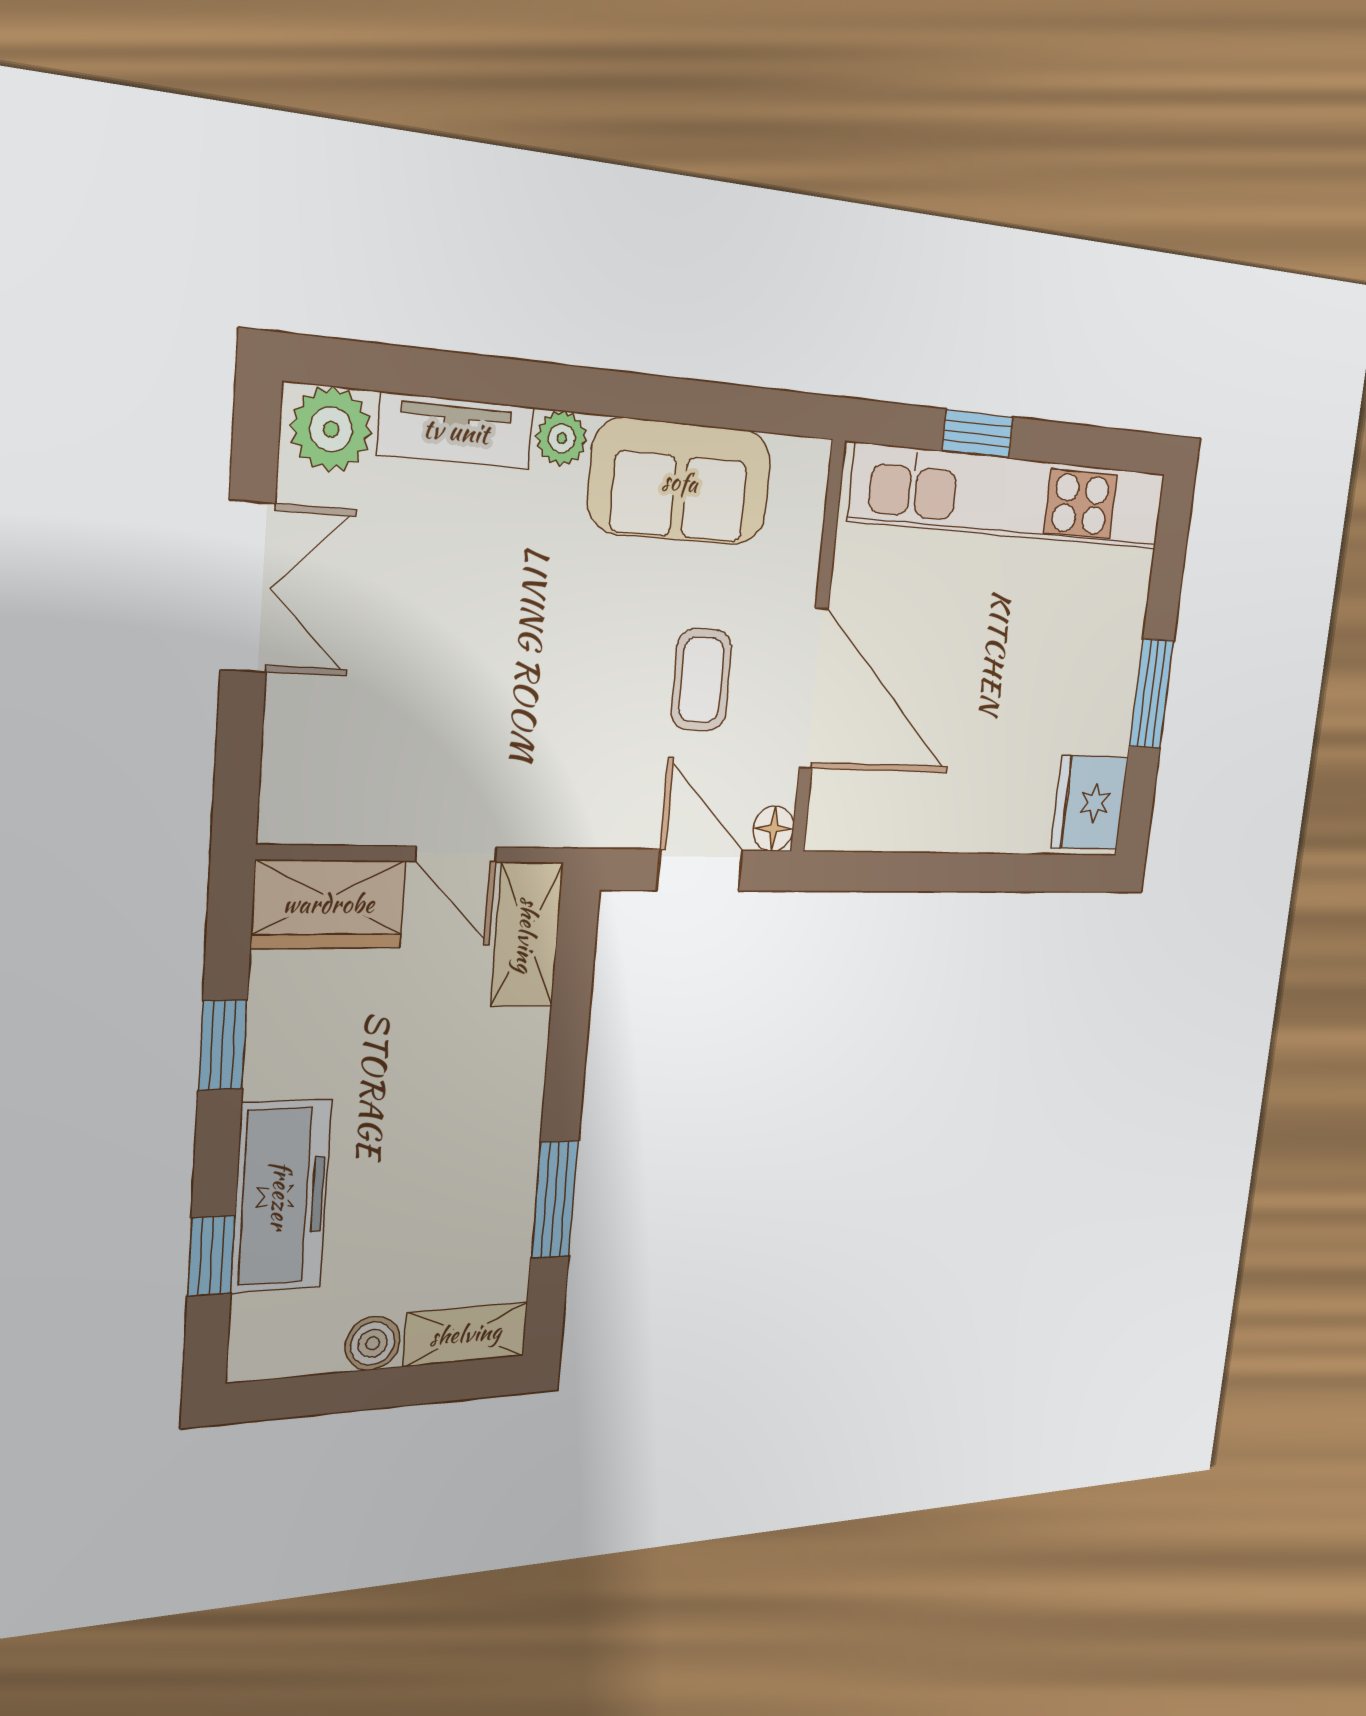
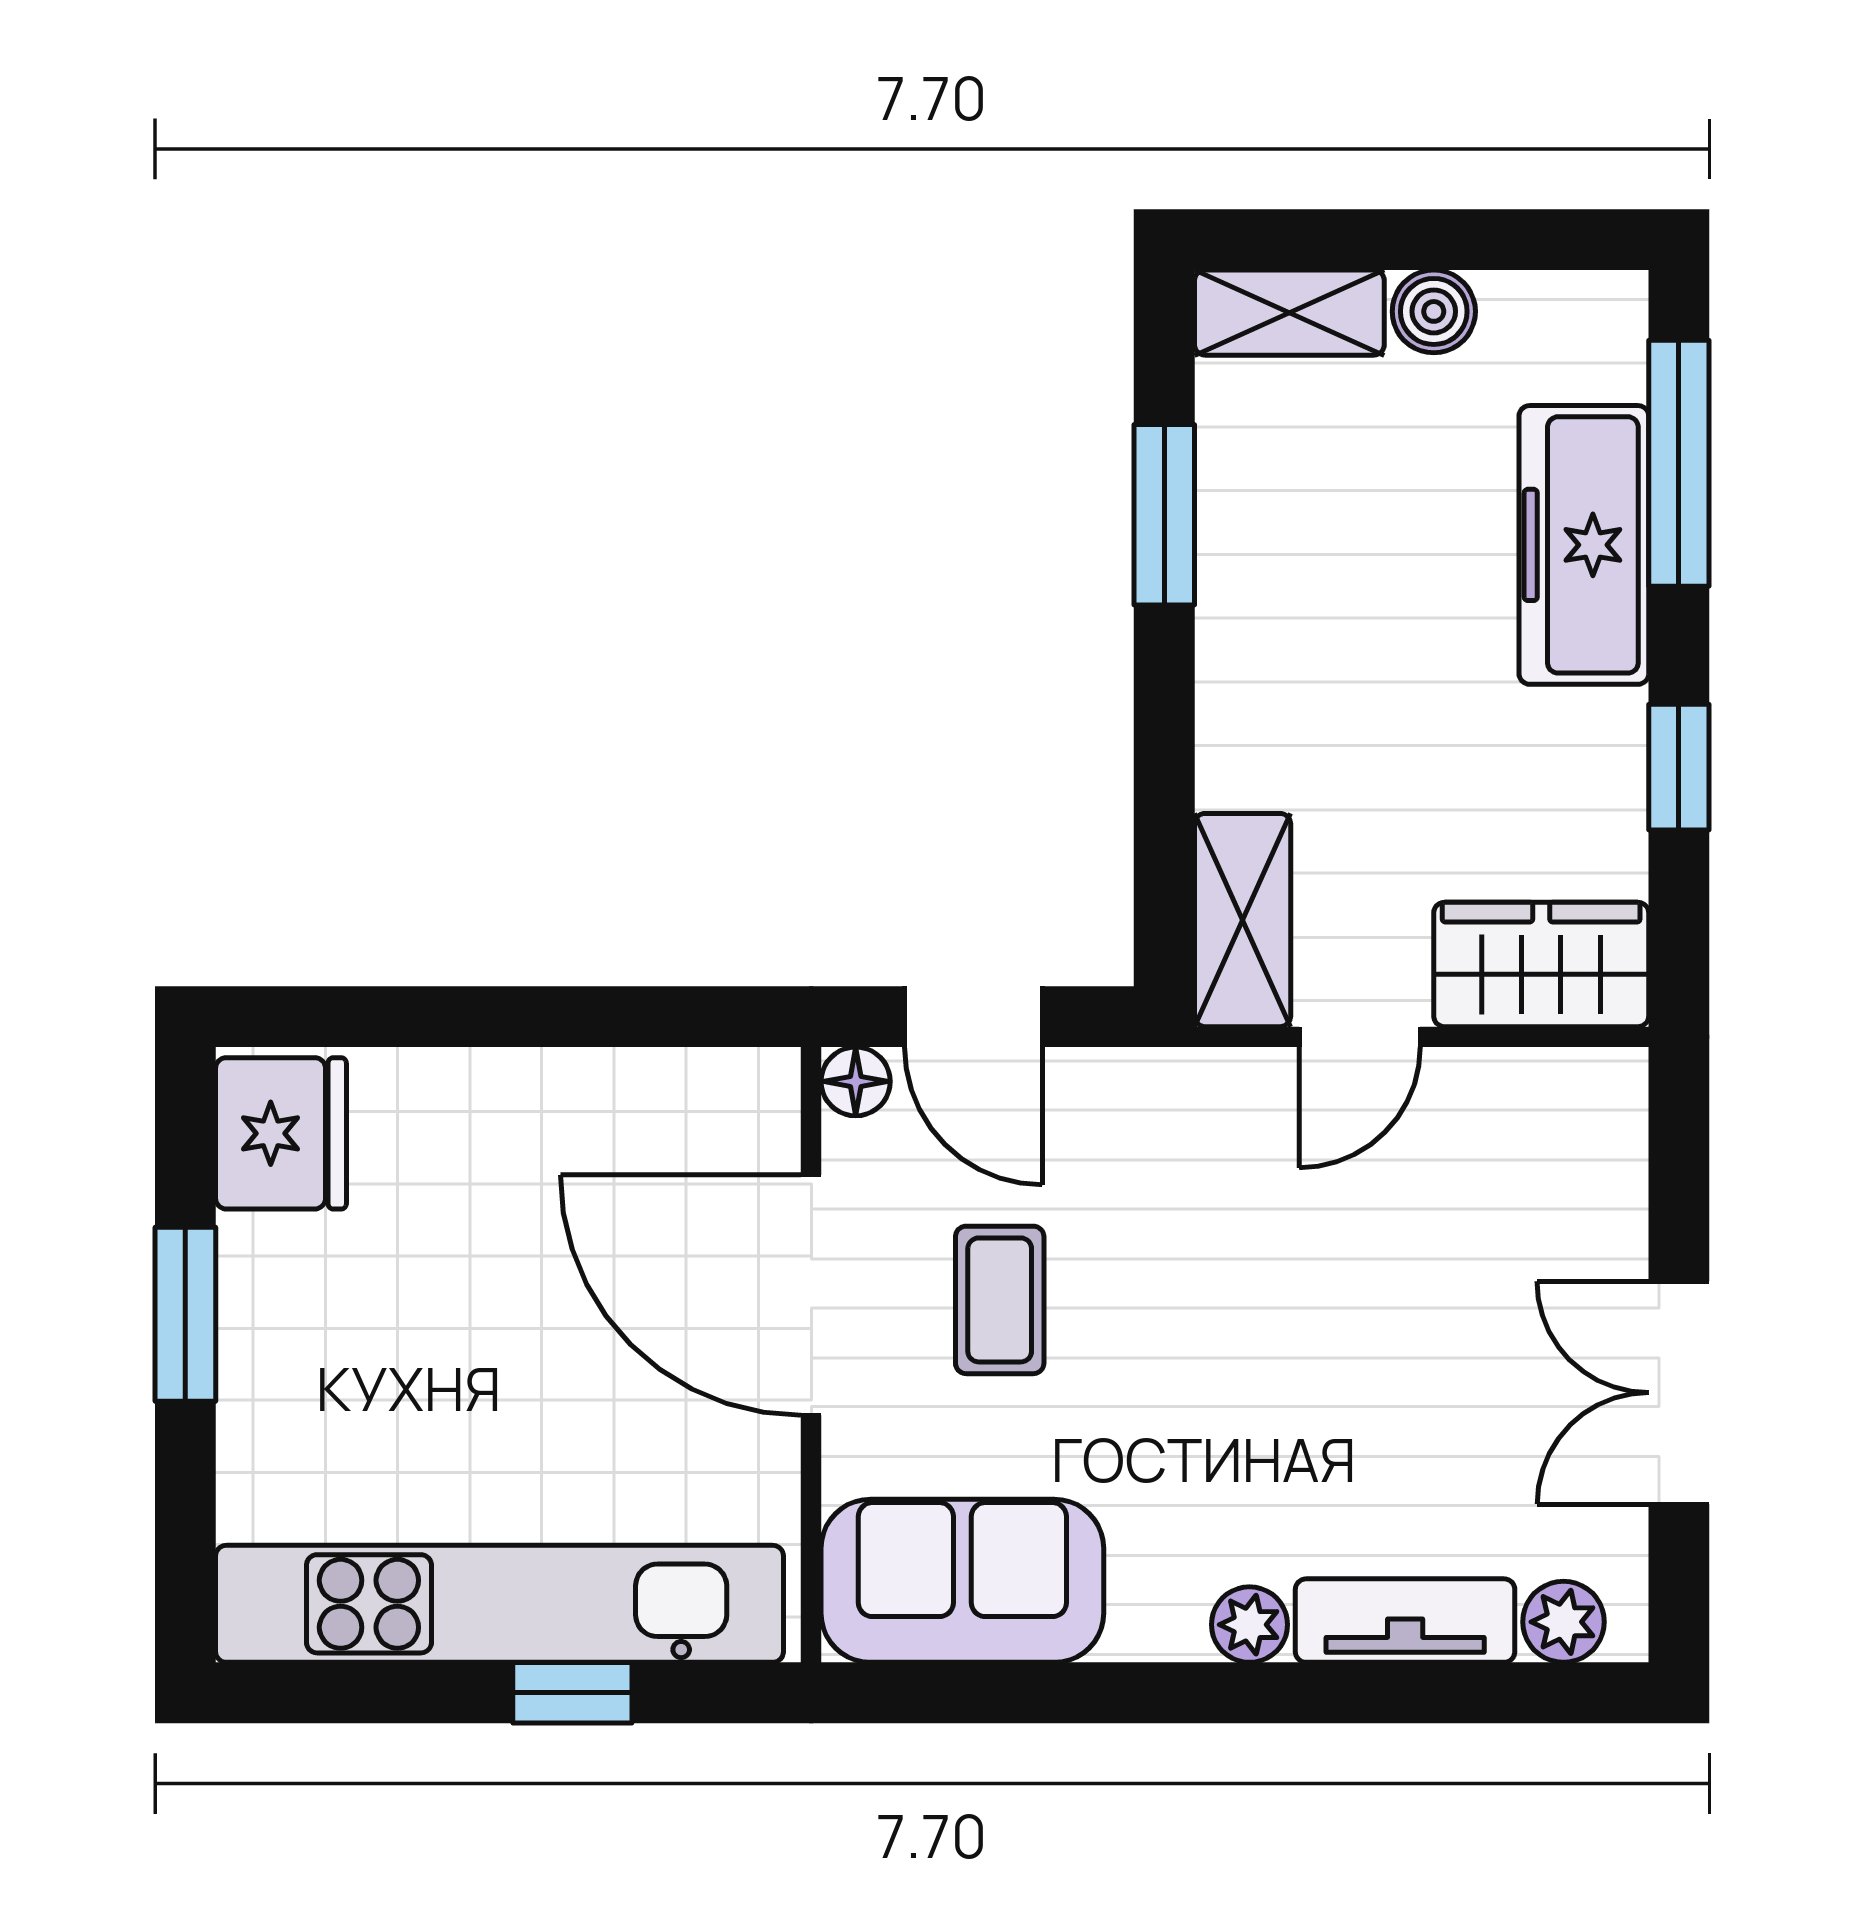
plant: (331, 429) -> (1564, 1622), width x0.73, depth x0.73
sofa: (680, 482) -> (962, 1581), moved
door: (456, 854) -> (1360, 1037), swing flipped
window: (211, 1256) -> (1679, 463), width x2.17

